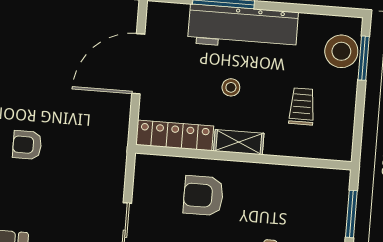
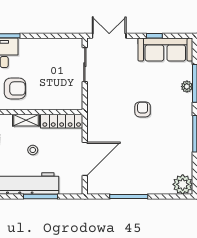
armchair: (27, 145) -> (143, 109), turned -90
armchair: (203, 196) -> (15, 88), moved

